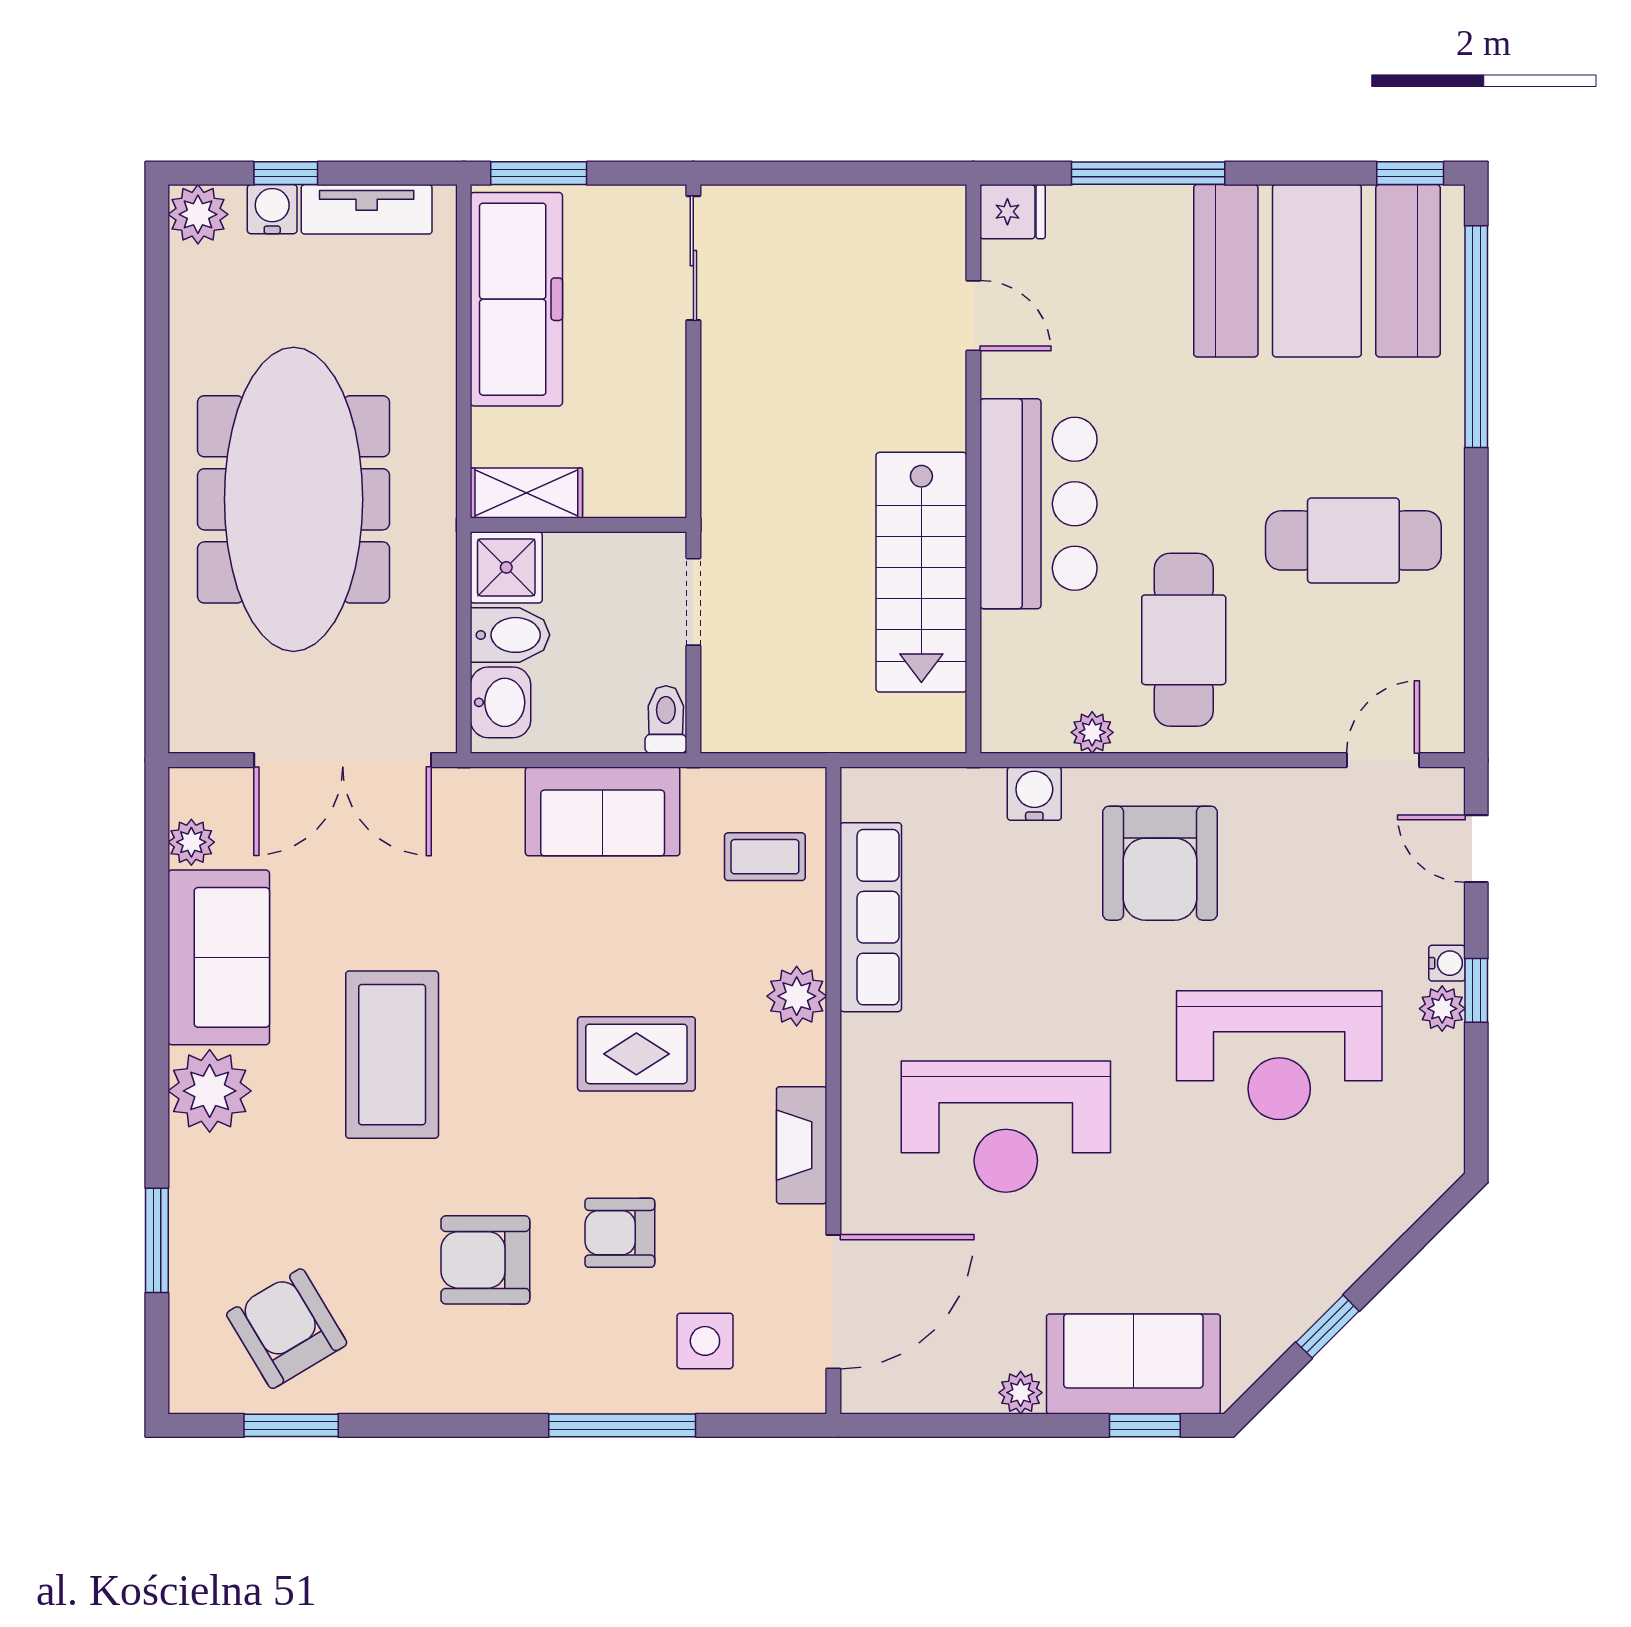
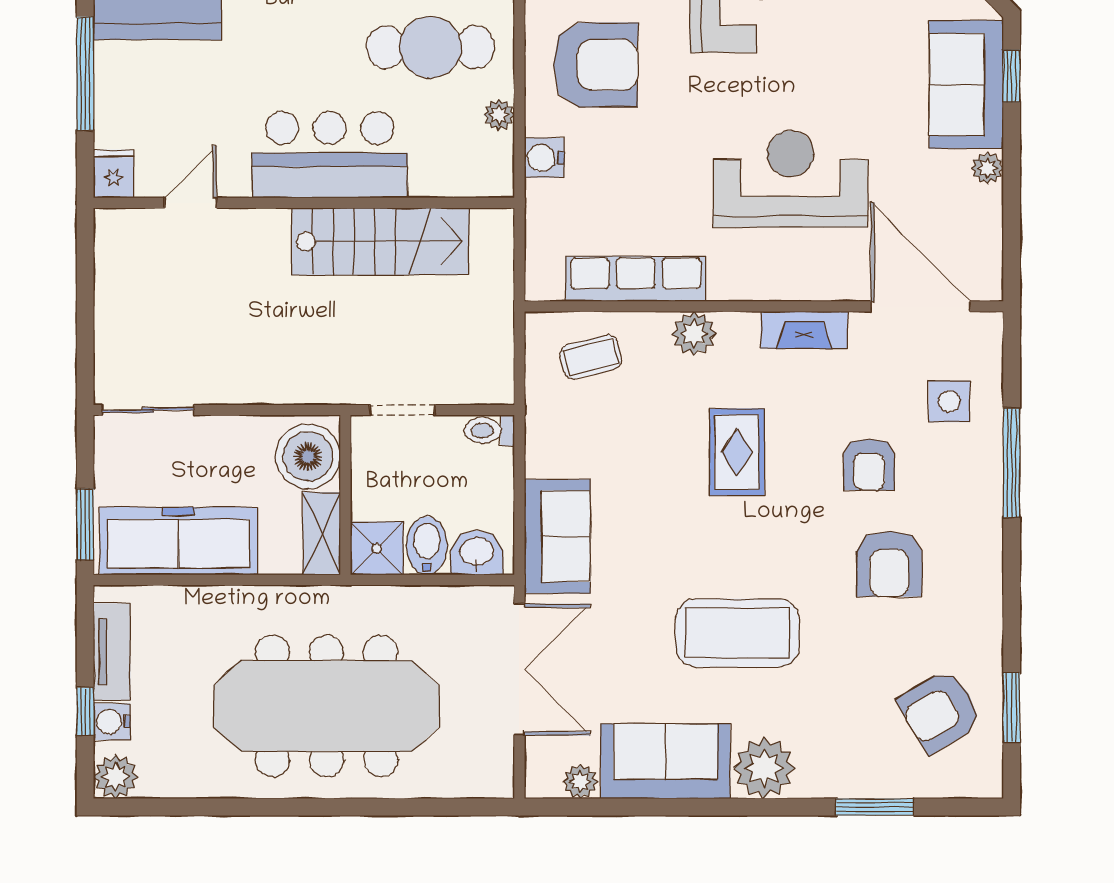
boiler: (631, 474) -> (308, 456), added
sofa: (603, 811) -> (557, 536), moved
coffee table: (765, 857) -> (591, 357), turned 76
reception desk: (1006, 1127) -> (791, 179), turned -90

